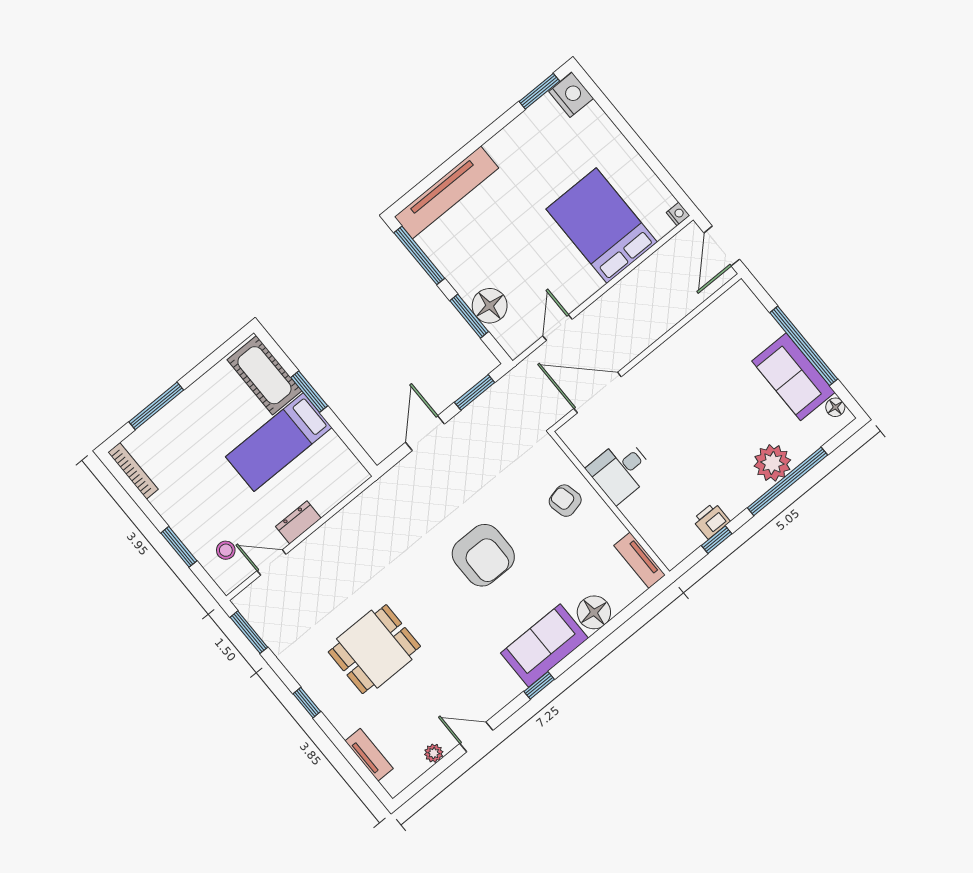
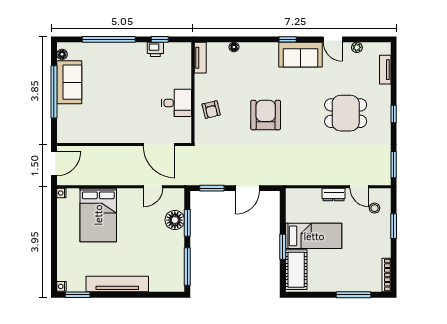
nightstand: (571, 95) -> (62, 286), width x0.53, depth x0.56
tv unit: (446, 192) -> (117, 284), moved
plant: (772, 463) -> (109, 53), removed
floor lamp: (594, 612) -> (234, 47), width x0.53, depth x0.53
sofa: (544, 646) -> (300, 55), moved

